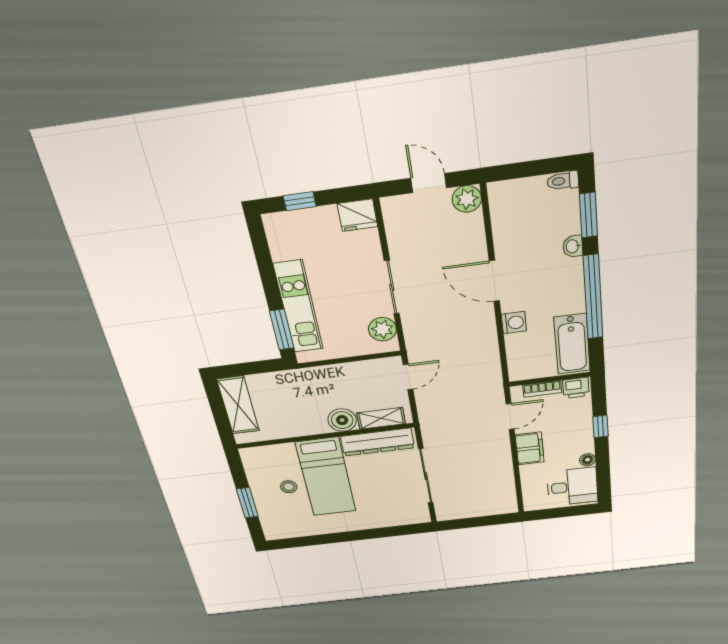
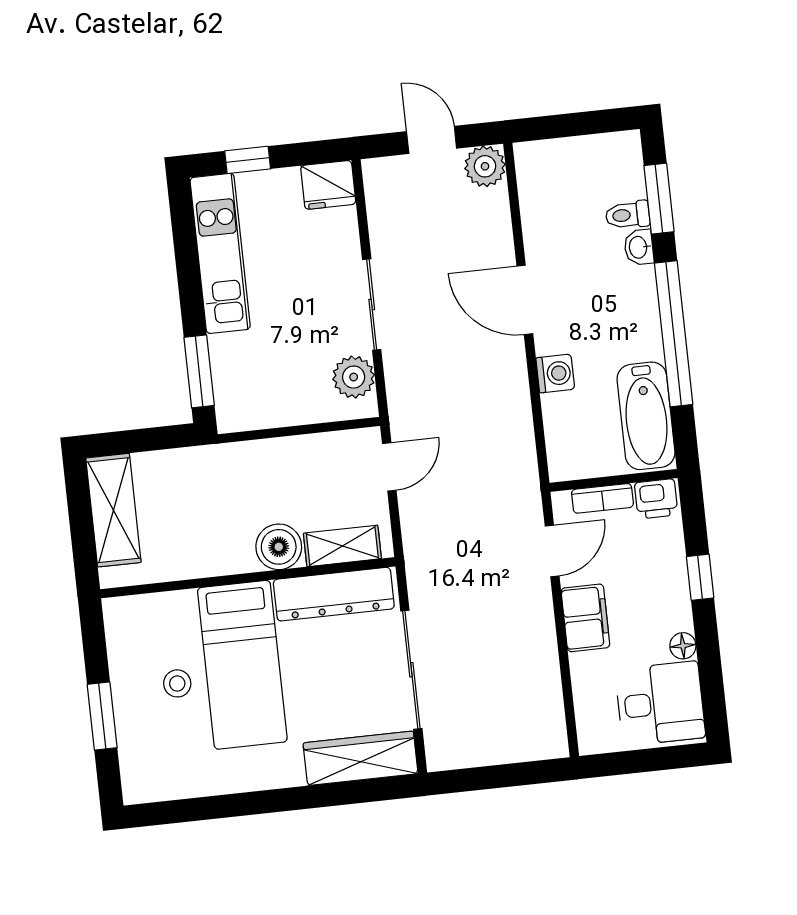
toilet: (563, 181) -> (628, 215), moved
kitchen unit: (298, 307) -> (220, 253), moved
wardrobe: (398, 516) -> (360, 758), added

